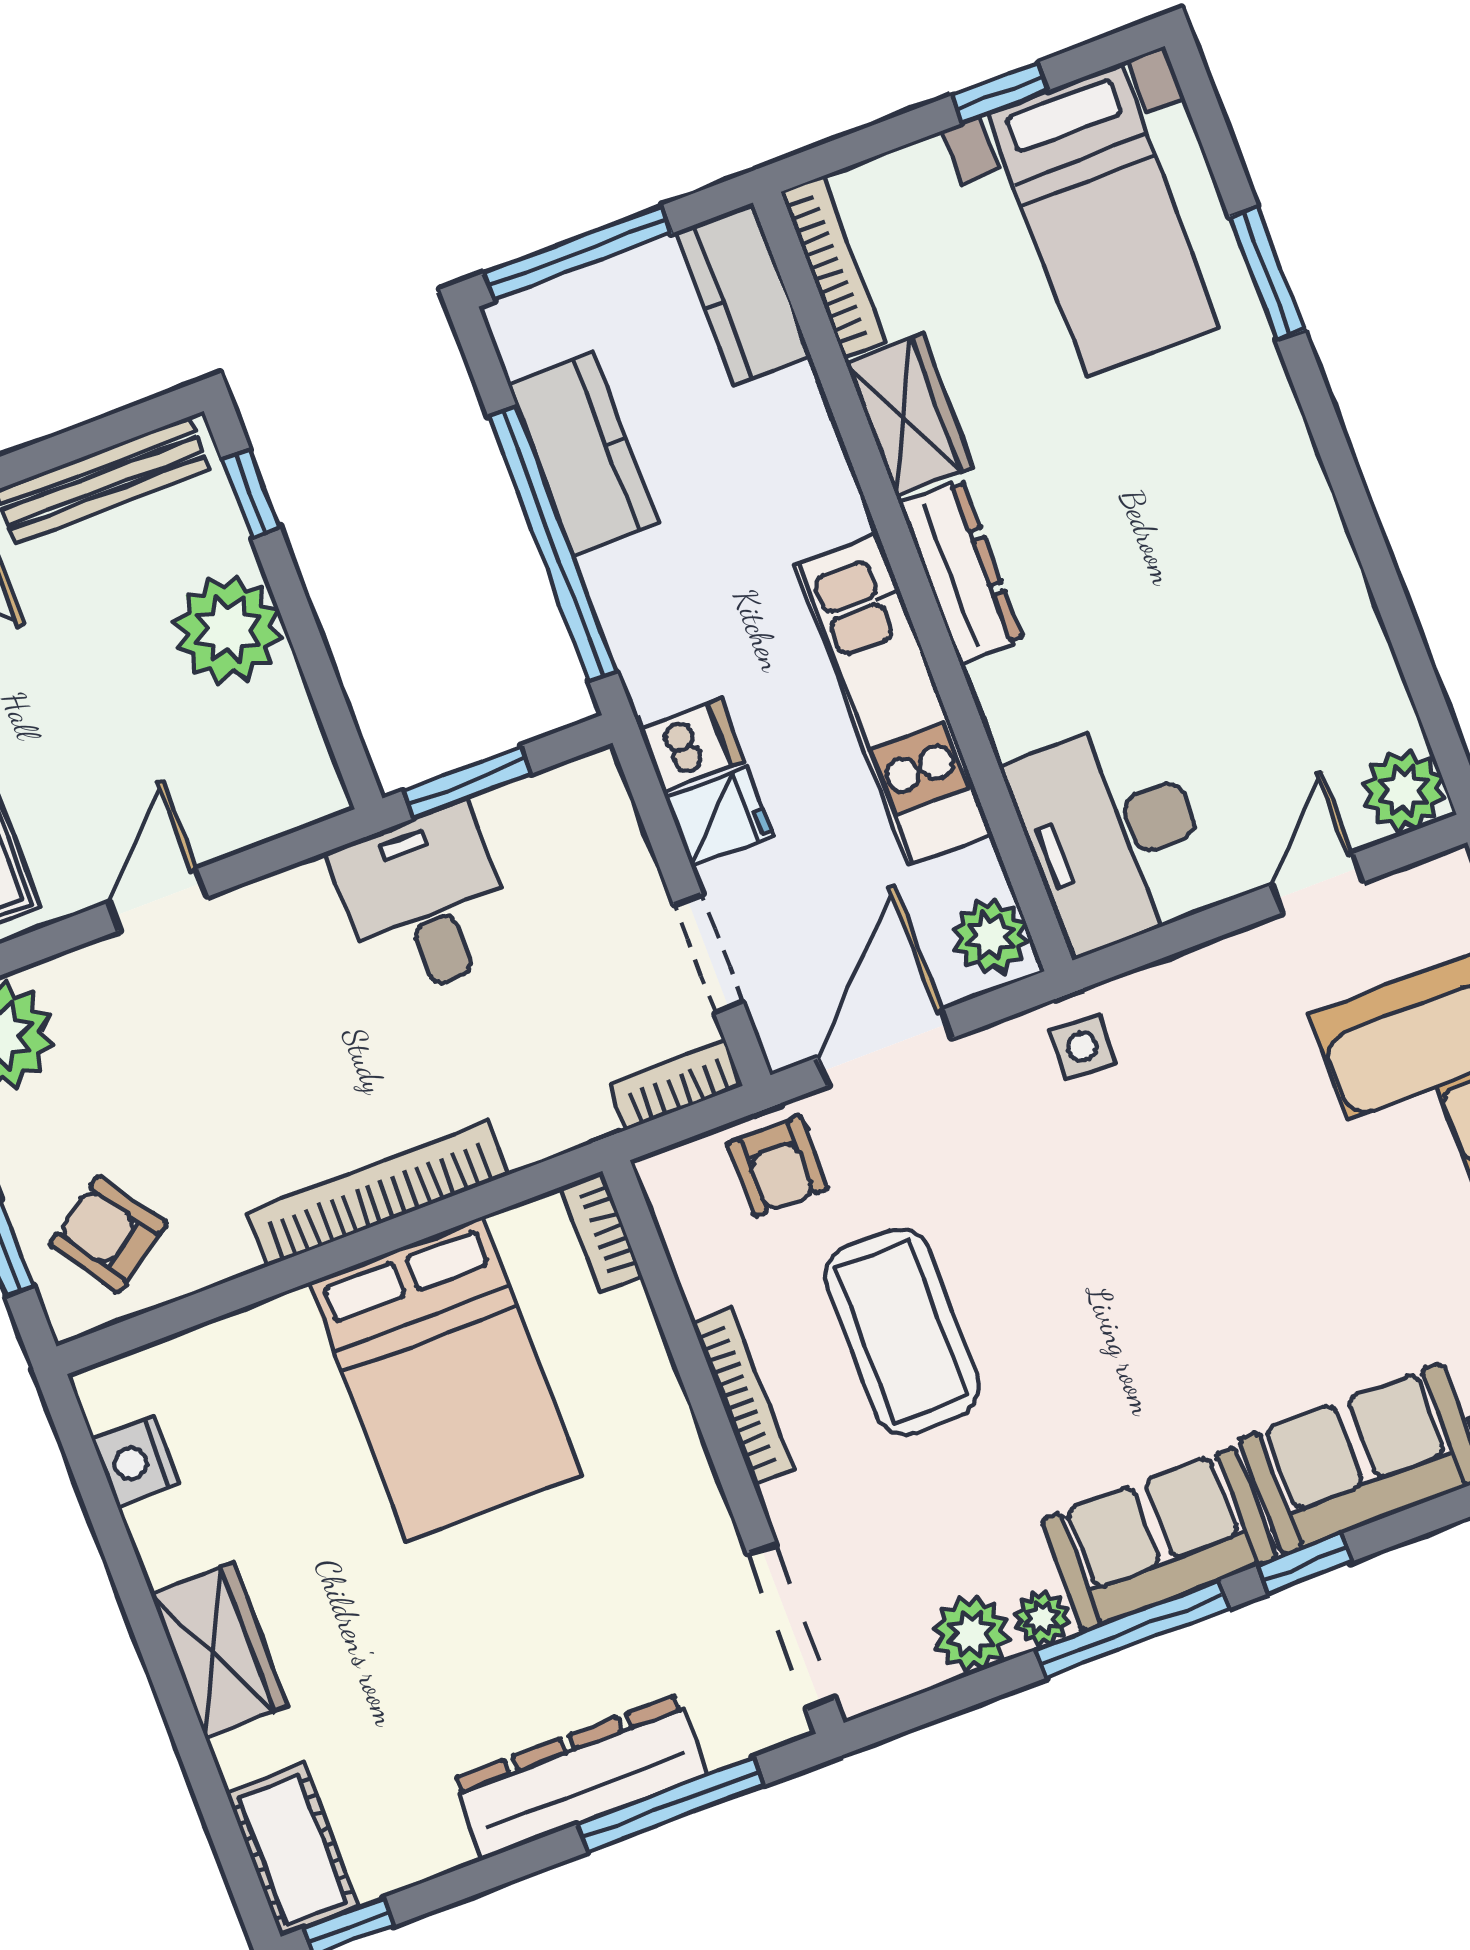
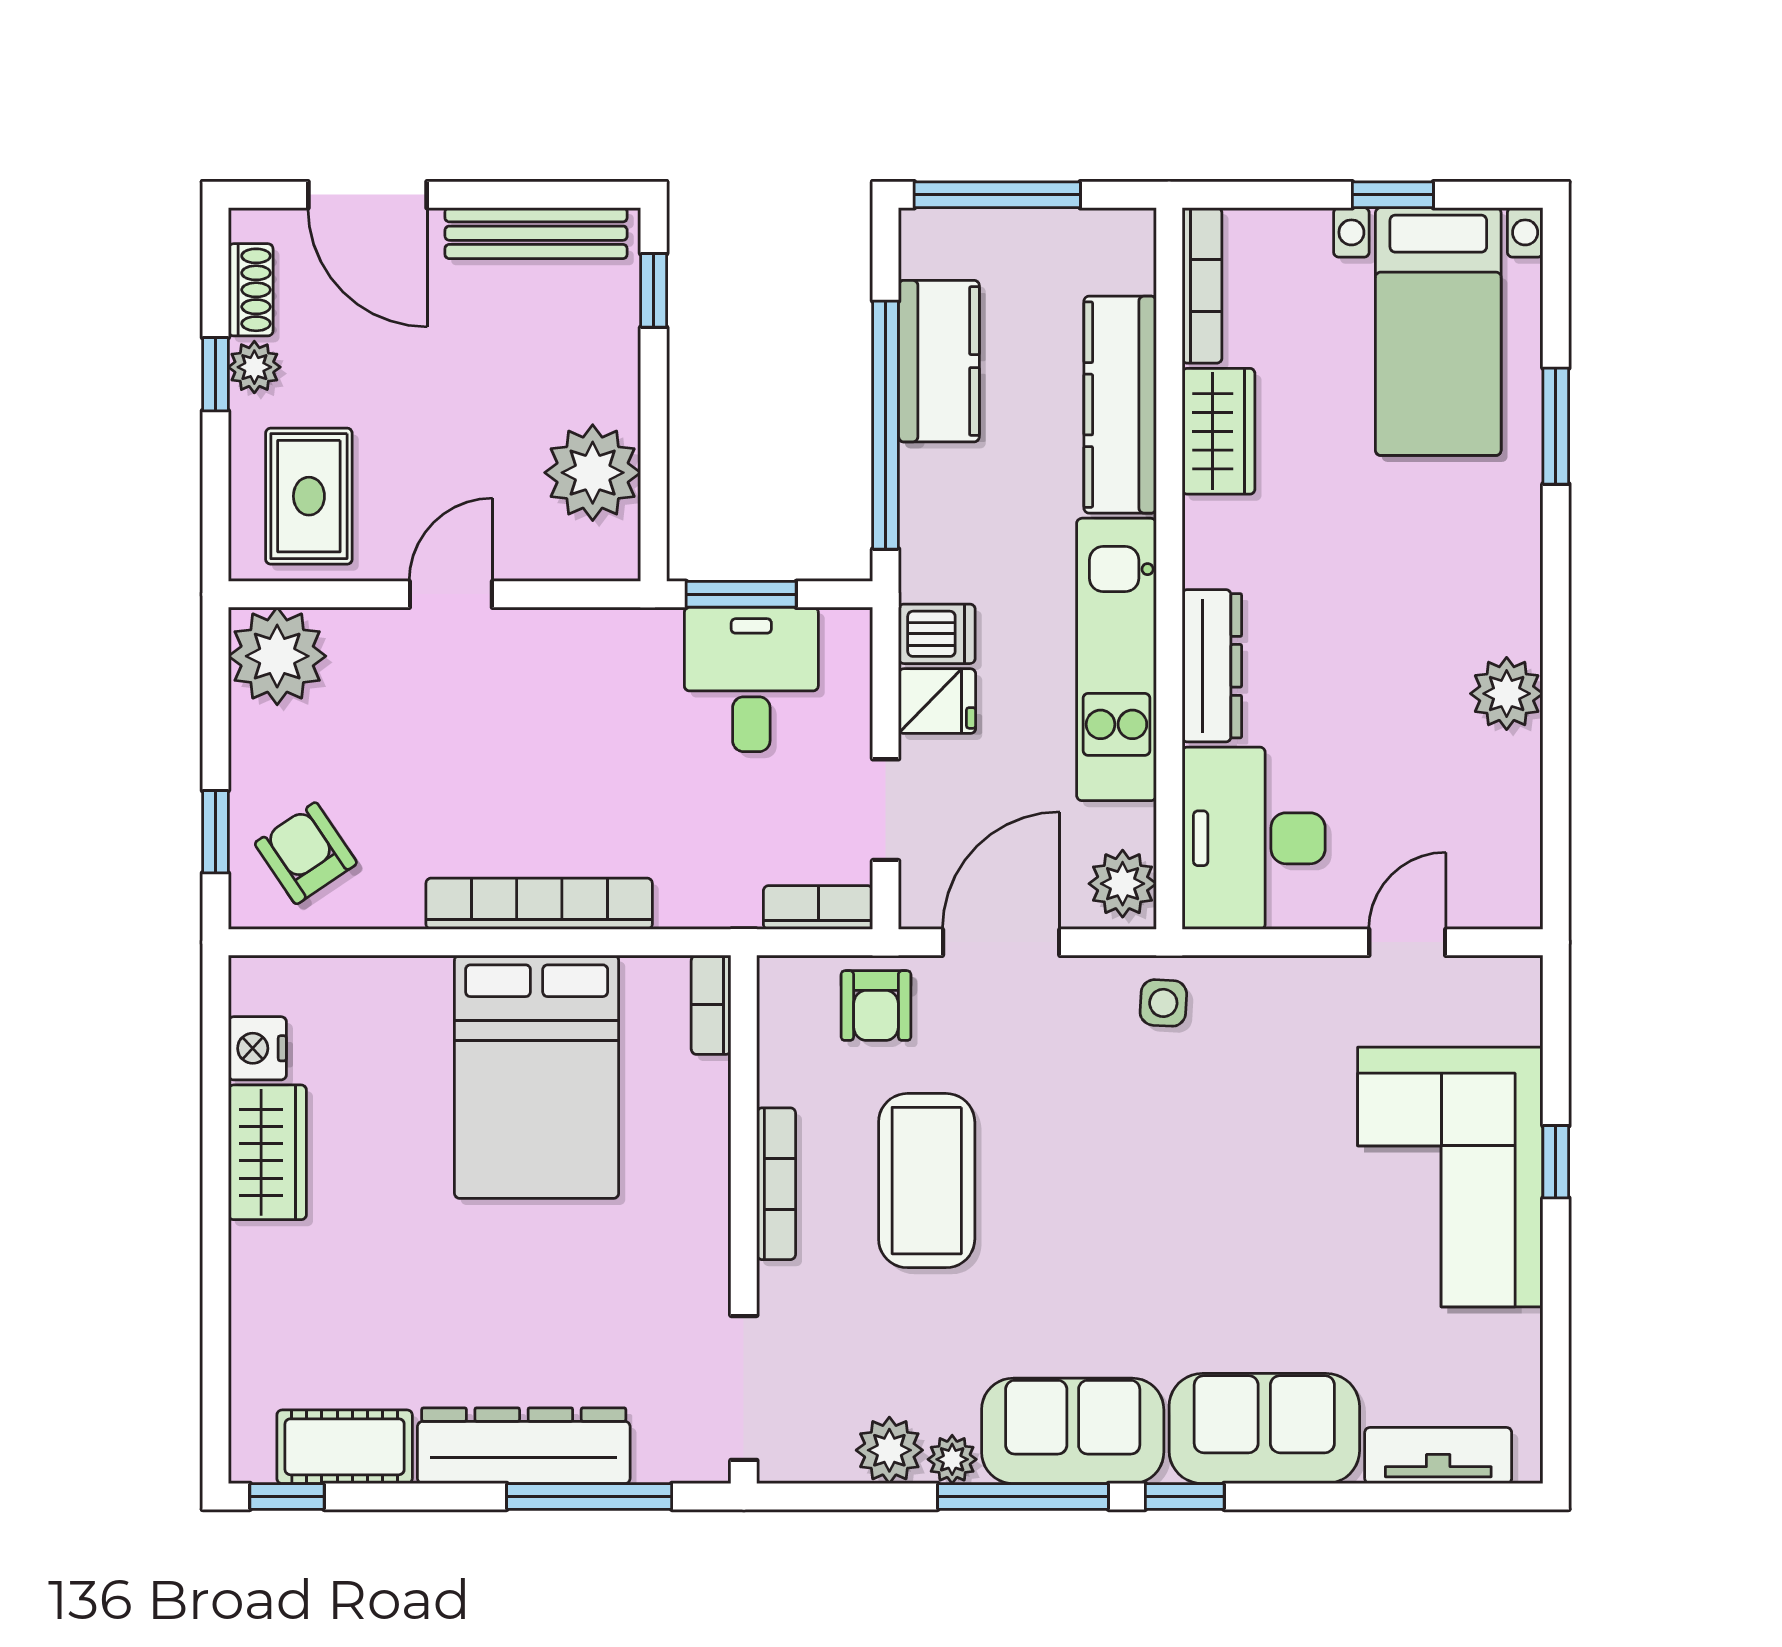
kitchen counter: (744, 294) -> (1120, 405), moved, width x1.50
dresser: (961, 572) -> (1212, 666), moved
plant: (228, 629) -> (593, 473), moved
plant: (1403, 791) -> (1507, 694), moved
desk: (425, 902) -> (751, 679), moved
wardrobe: (219, 1650) -> (267, 1152), moved
cot: (293, 1850) -> (345, 1447), moved, turned 90

